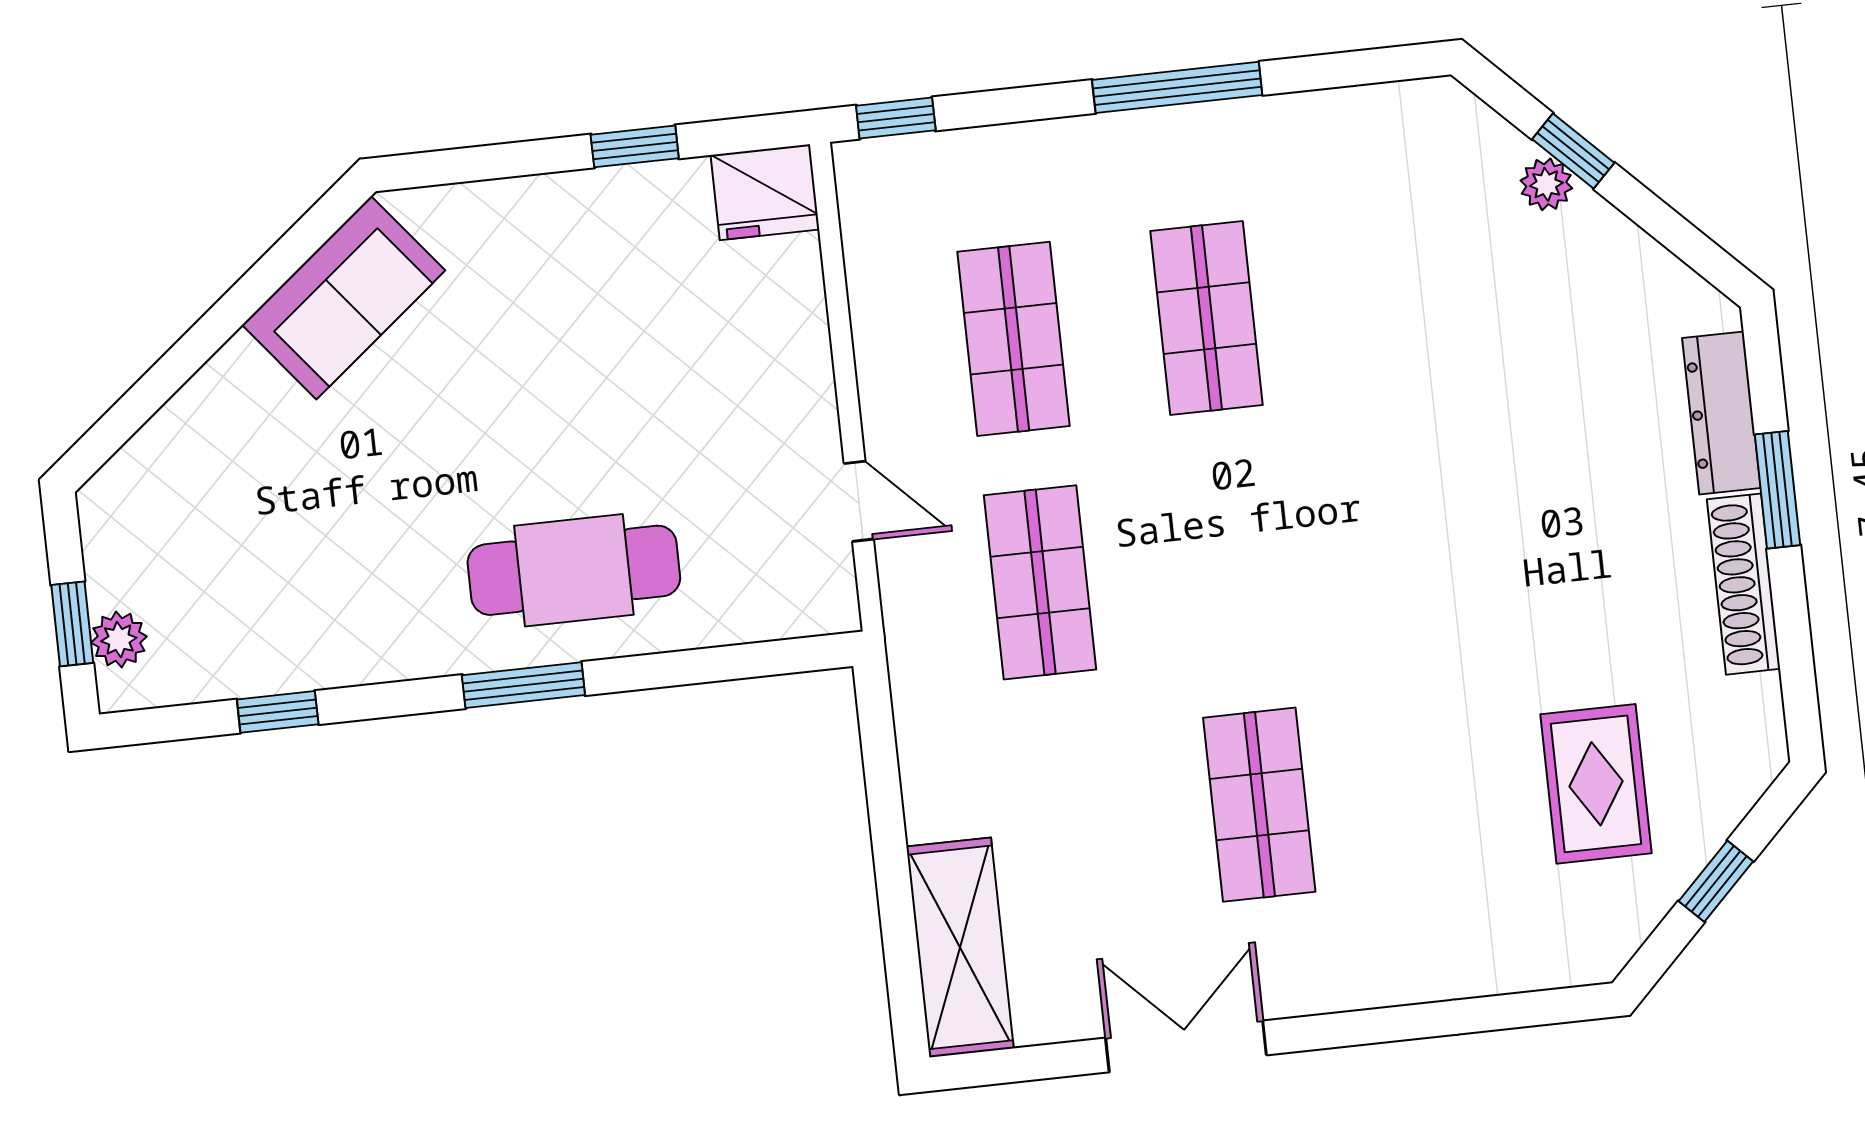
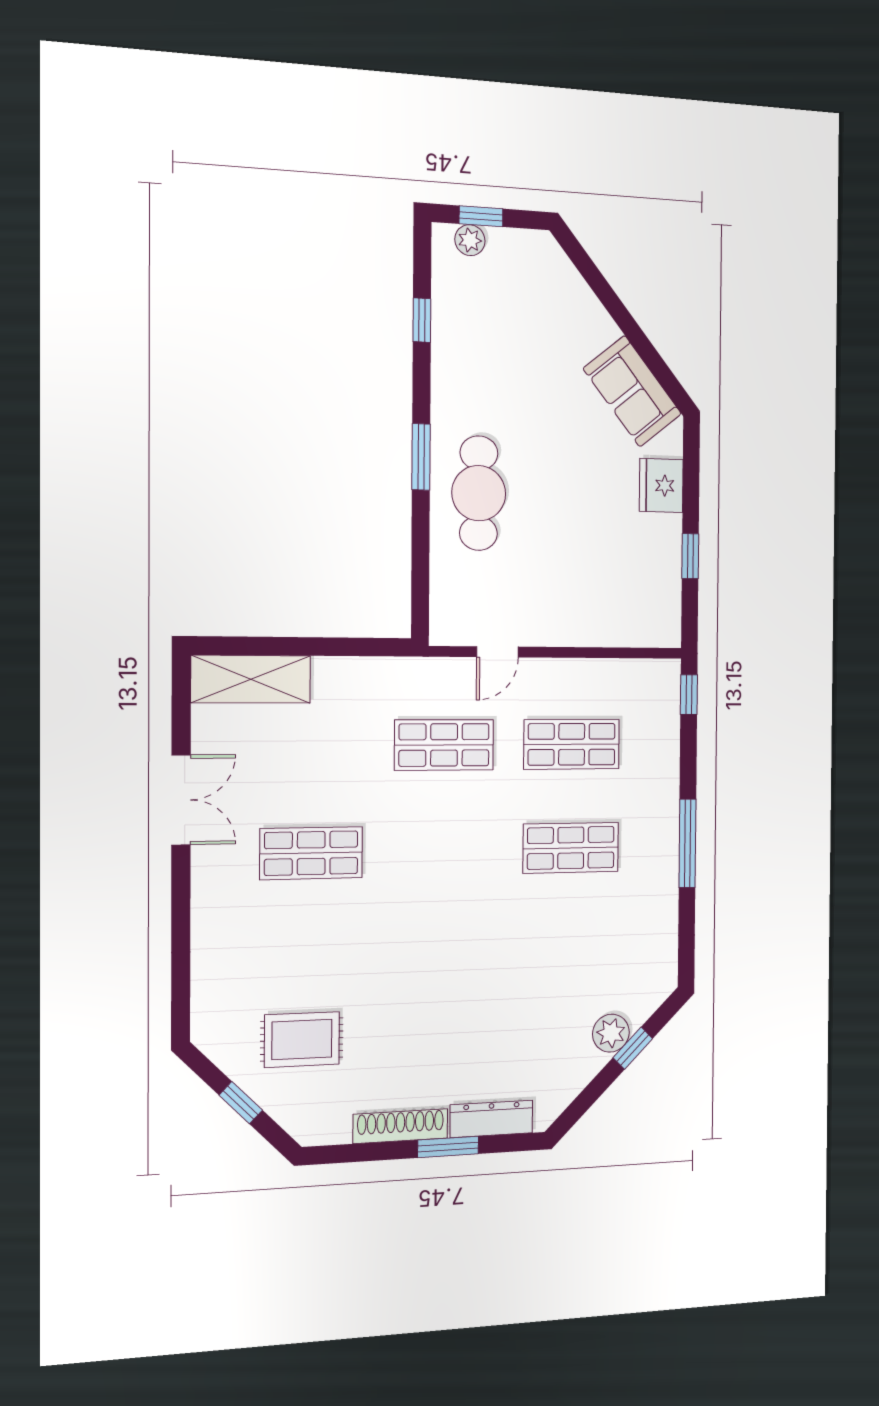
plant: (1546, 184) -> (611, 1033), width x1.38, depth x1.38
fridge: (765, 192) -> (661, 485), moved

